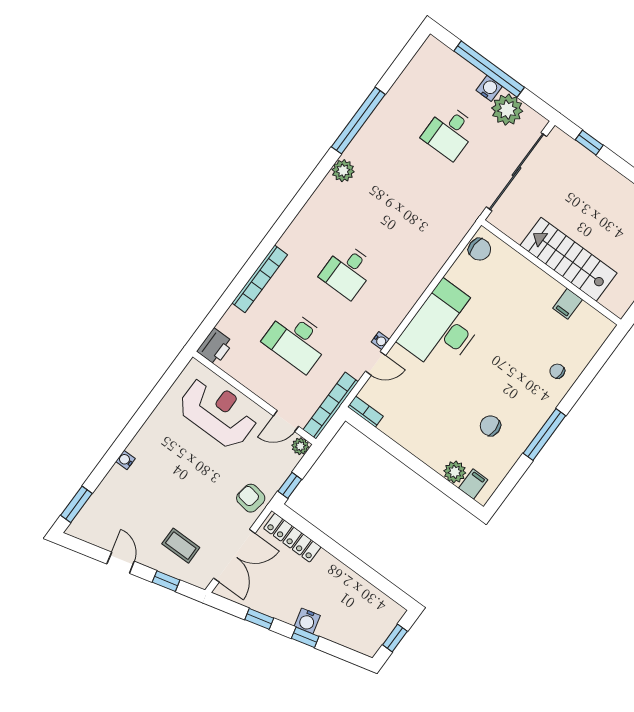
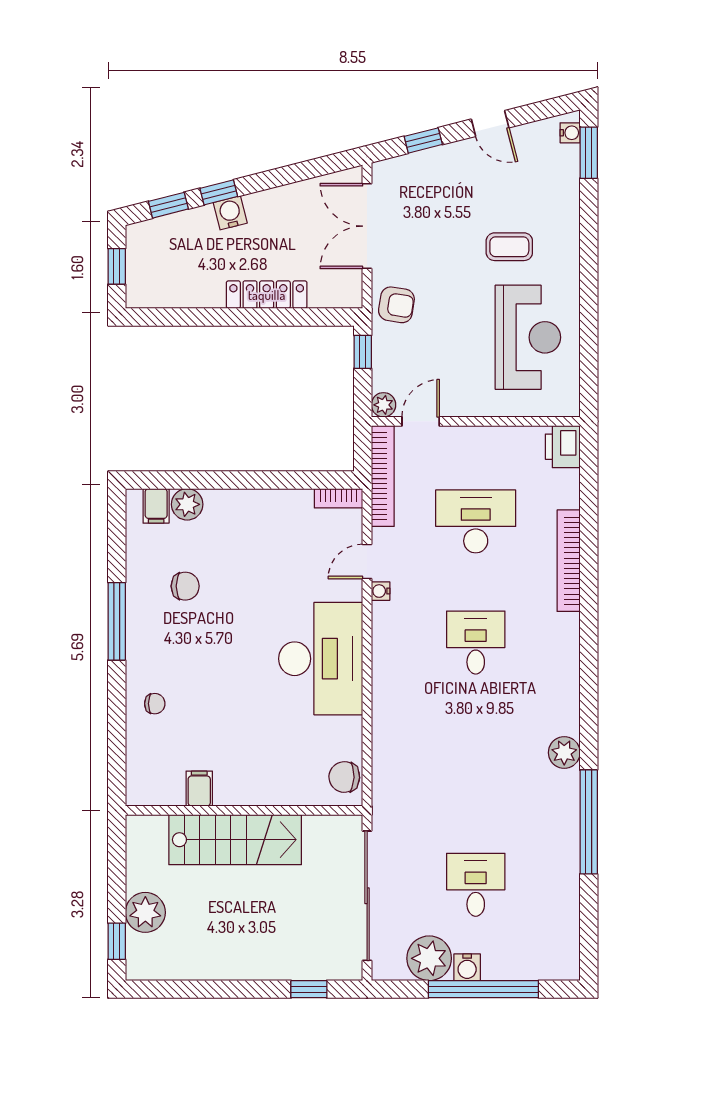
reception desk: (218, 412) -> (528, 337), moved, turned -90
water cooler: (125, 460) -> (570, 133), moved
locker: (292, 538) -> (267, 295), moved
coffee table: (181, 546) -> (509, 247), moved
window: (259, 619) -> (168, 205), moved

